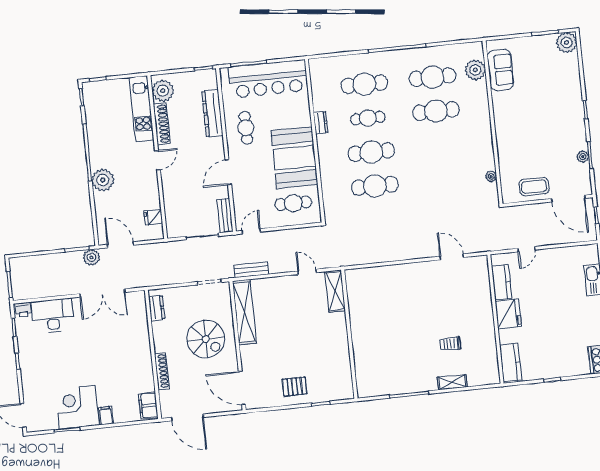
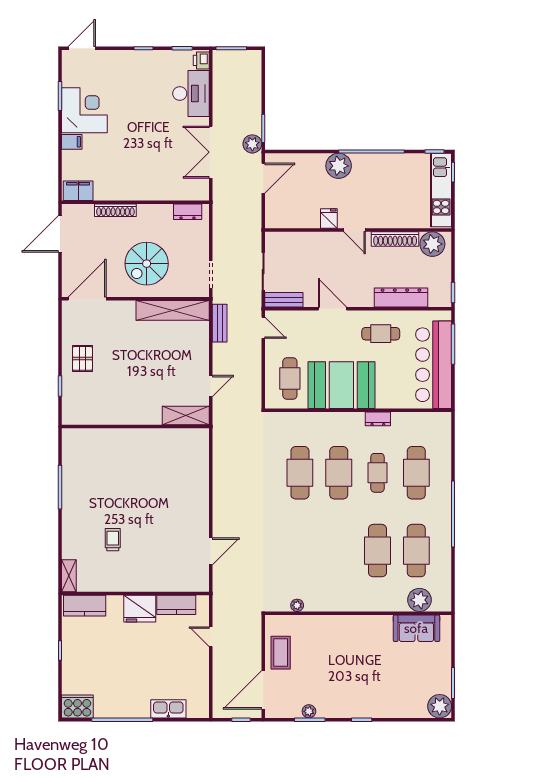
kitchen unit: (142, 109) -> (441, 190), moved, turned -90
fridge: (153, 217) -> (329, 219), moved
shelving: (452, 382) -> (69, 576), moved

